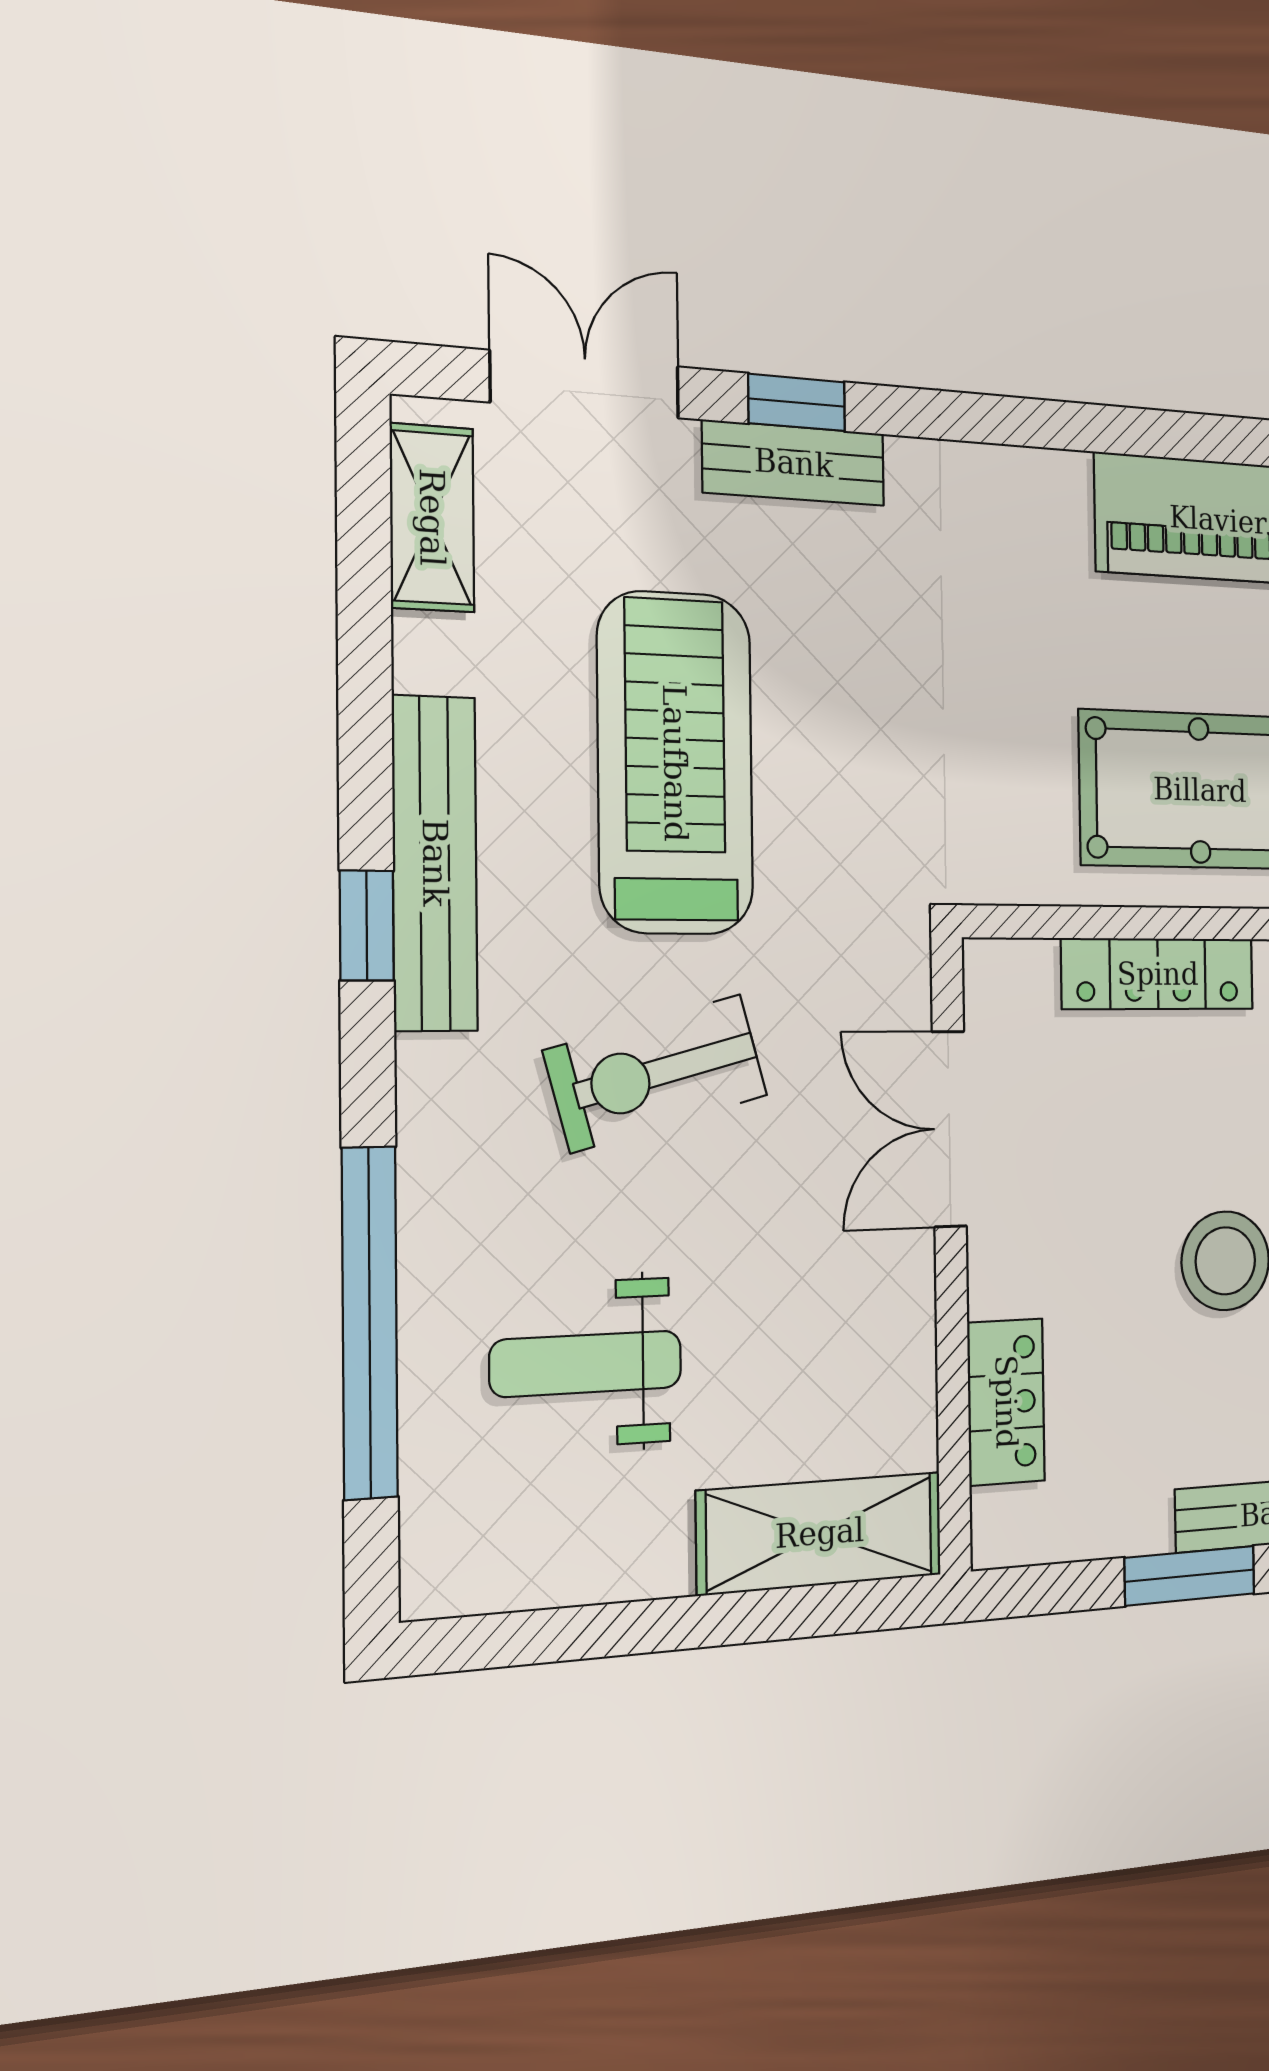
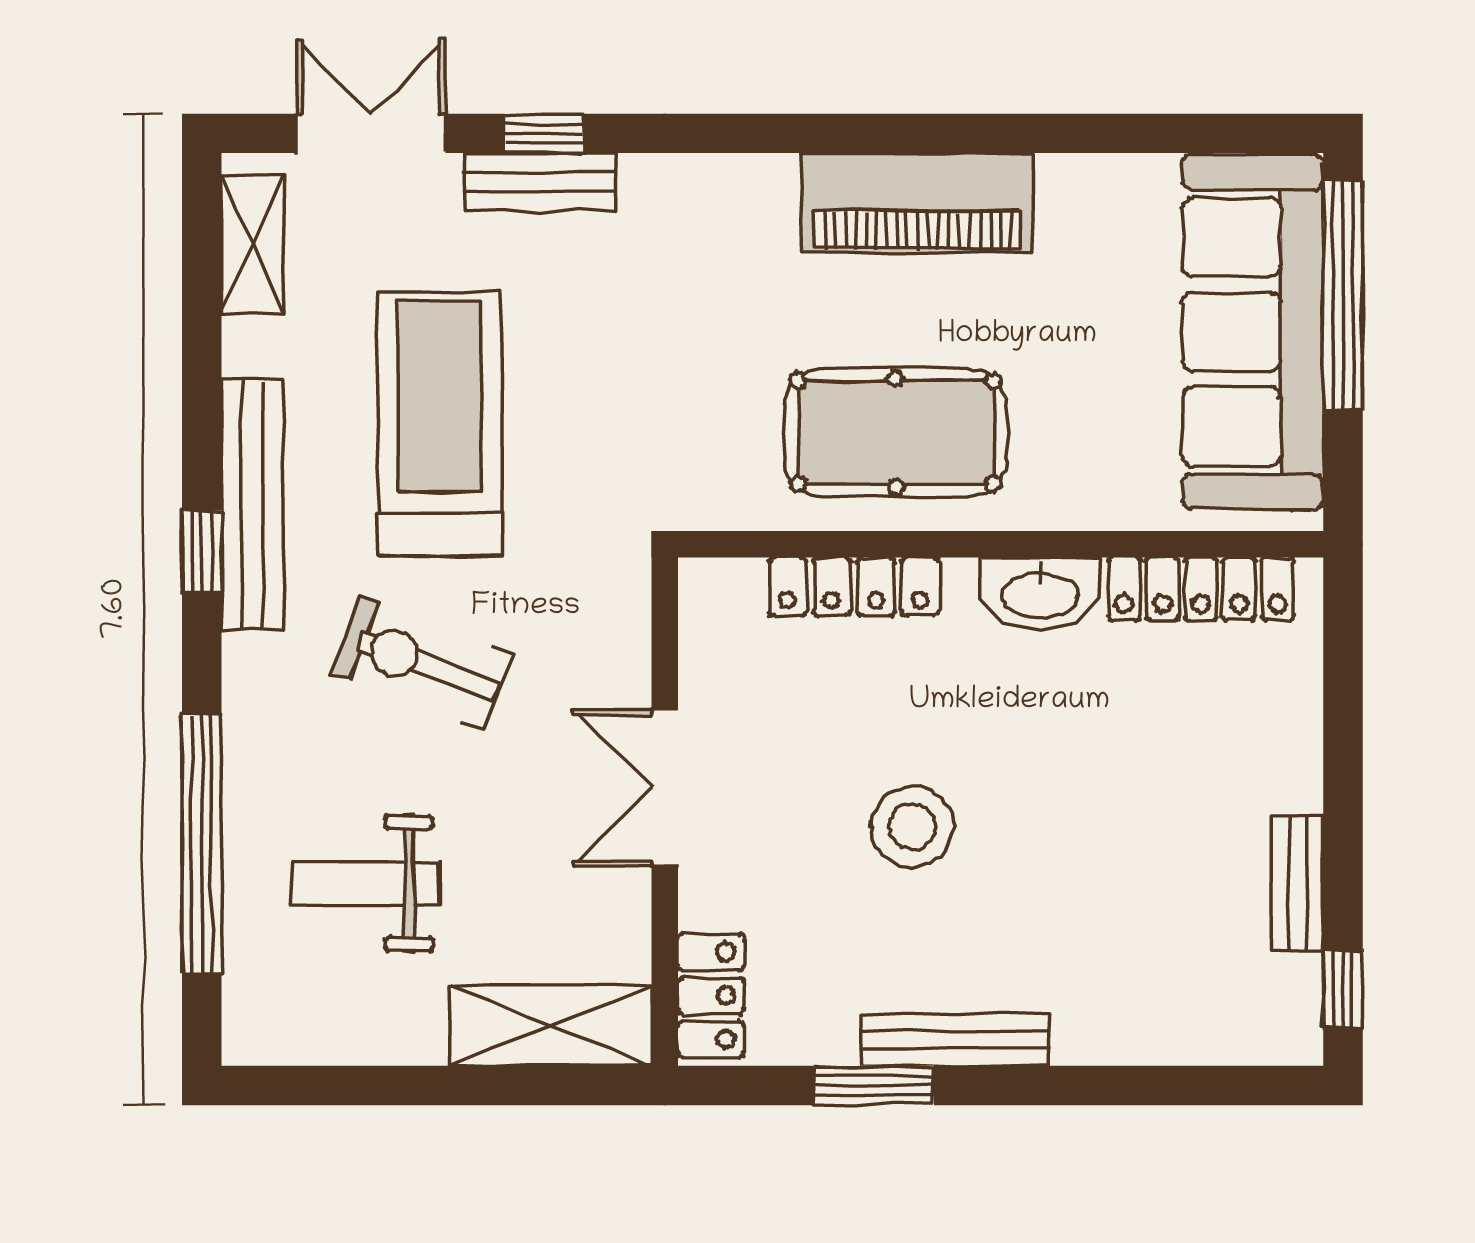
exercise bike: (656, 1073) -> (422, 663), turned 36
double door: (949, 1129) -> (665, 788), moved
locker: (1006, 1402) -> (711, 996), moved

